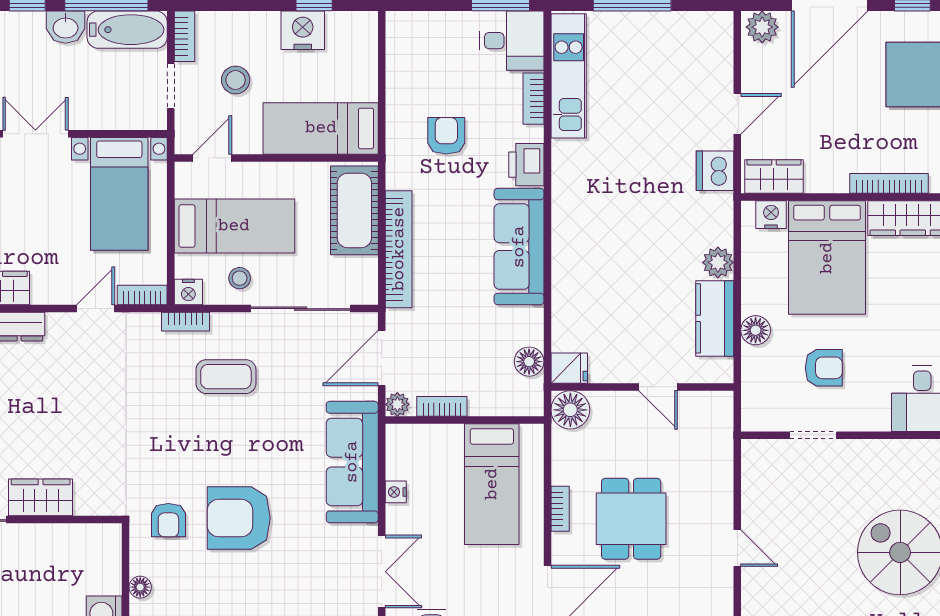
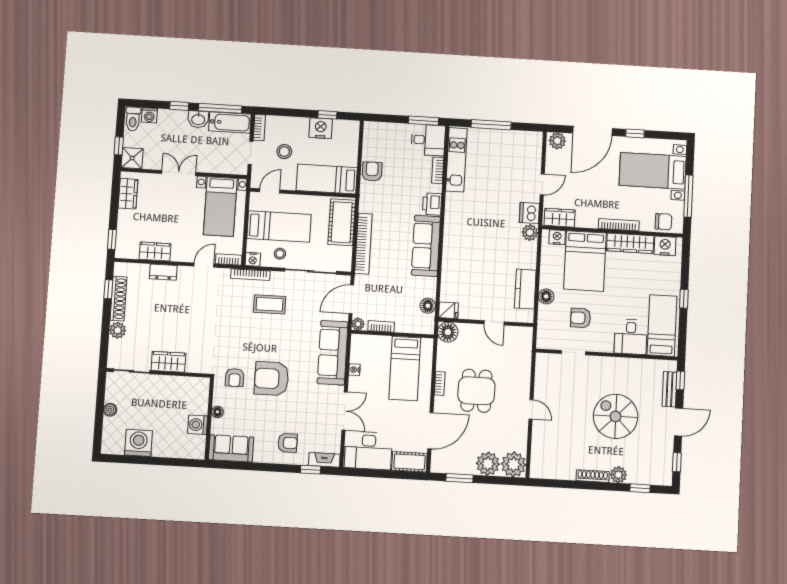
armchair: (446, 136) -> (372, 171), moved
plant: (718, 262) -> (530, 233), moved
bookcase: (186, 322) -> (250, 275), width x1.56
armchair: (824, 368) -> (581, 318), turned 180

